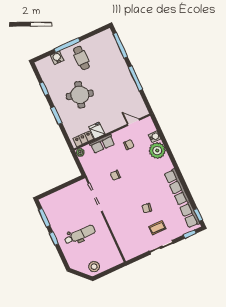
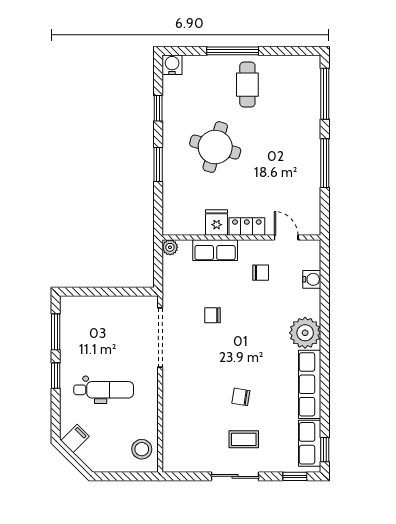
water cooler: (57, 58) -> (172, 65), moved
locker: (83, 139) -> (247, 227), moved
plant: (157, 151) -> (305, 333), moved
filing cabinet: (77, 264) -> (75, 438), added
stool: (94, 267) -> (142, 449), moved

